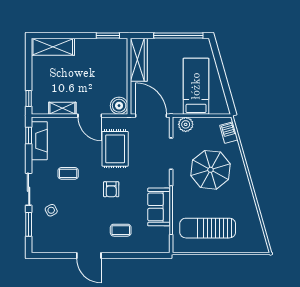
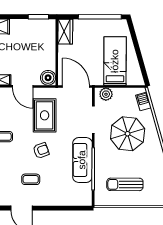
wardrobe: (139, 60) -> (65, 32), width x0.67
armchair: (111, 189) -> (41, 150), turned -110
sofa: (159, 207) -> (82, 160), width x1.36
sun lounger: (208, 228) -> (125, 184), width x0.73, depth x0.75
coffee table: (121, 230) -> (31, 179), moved

